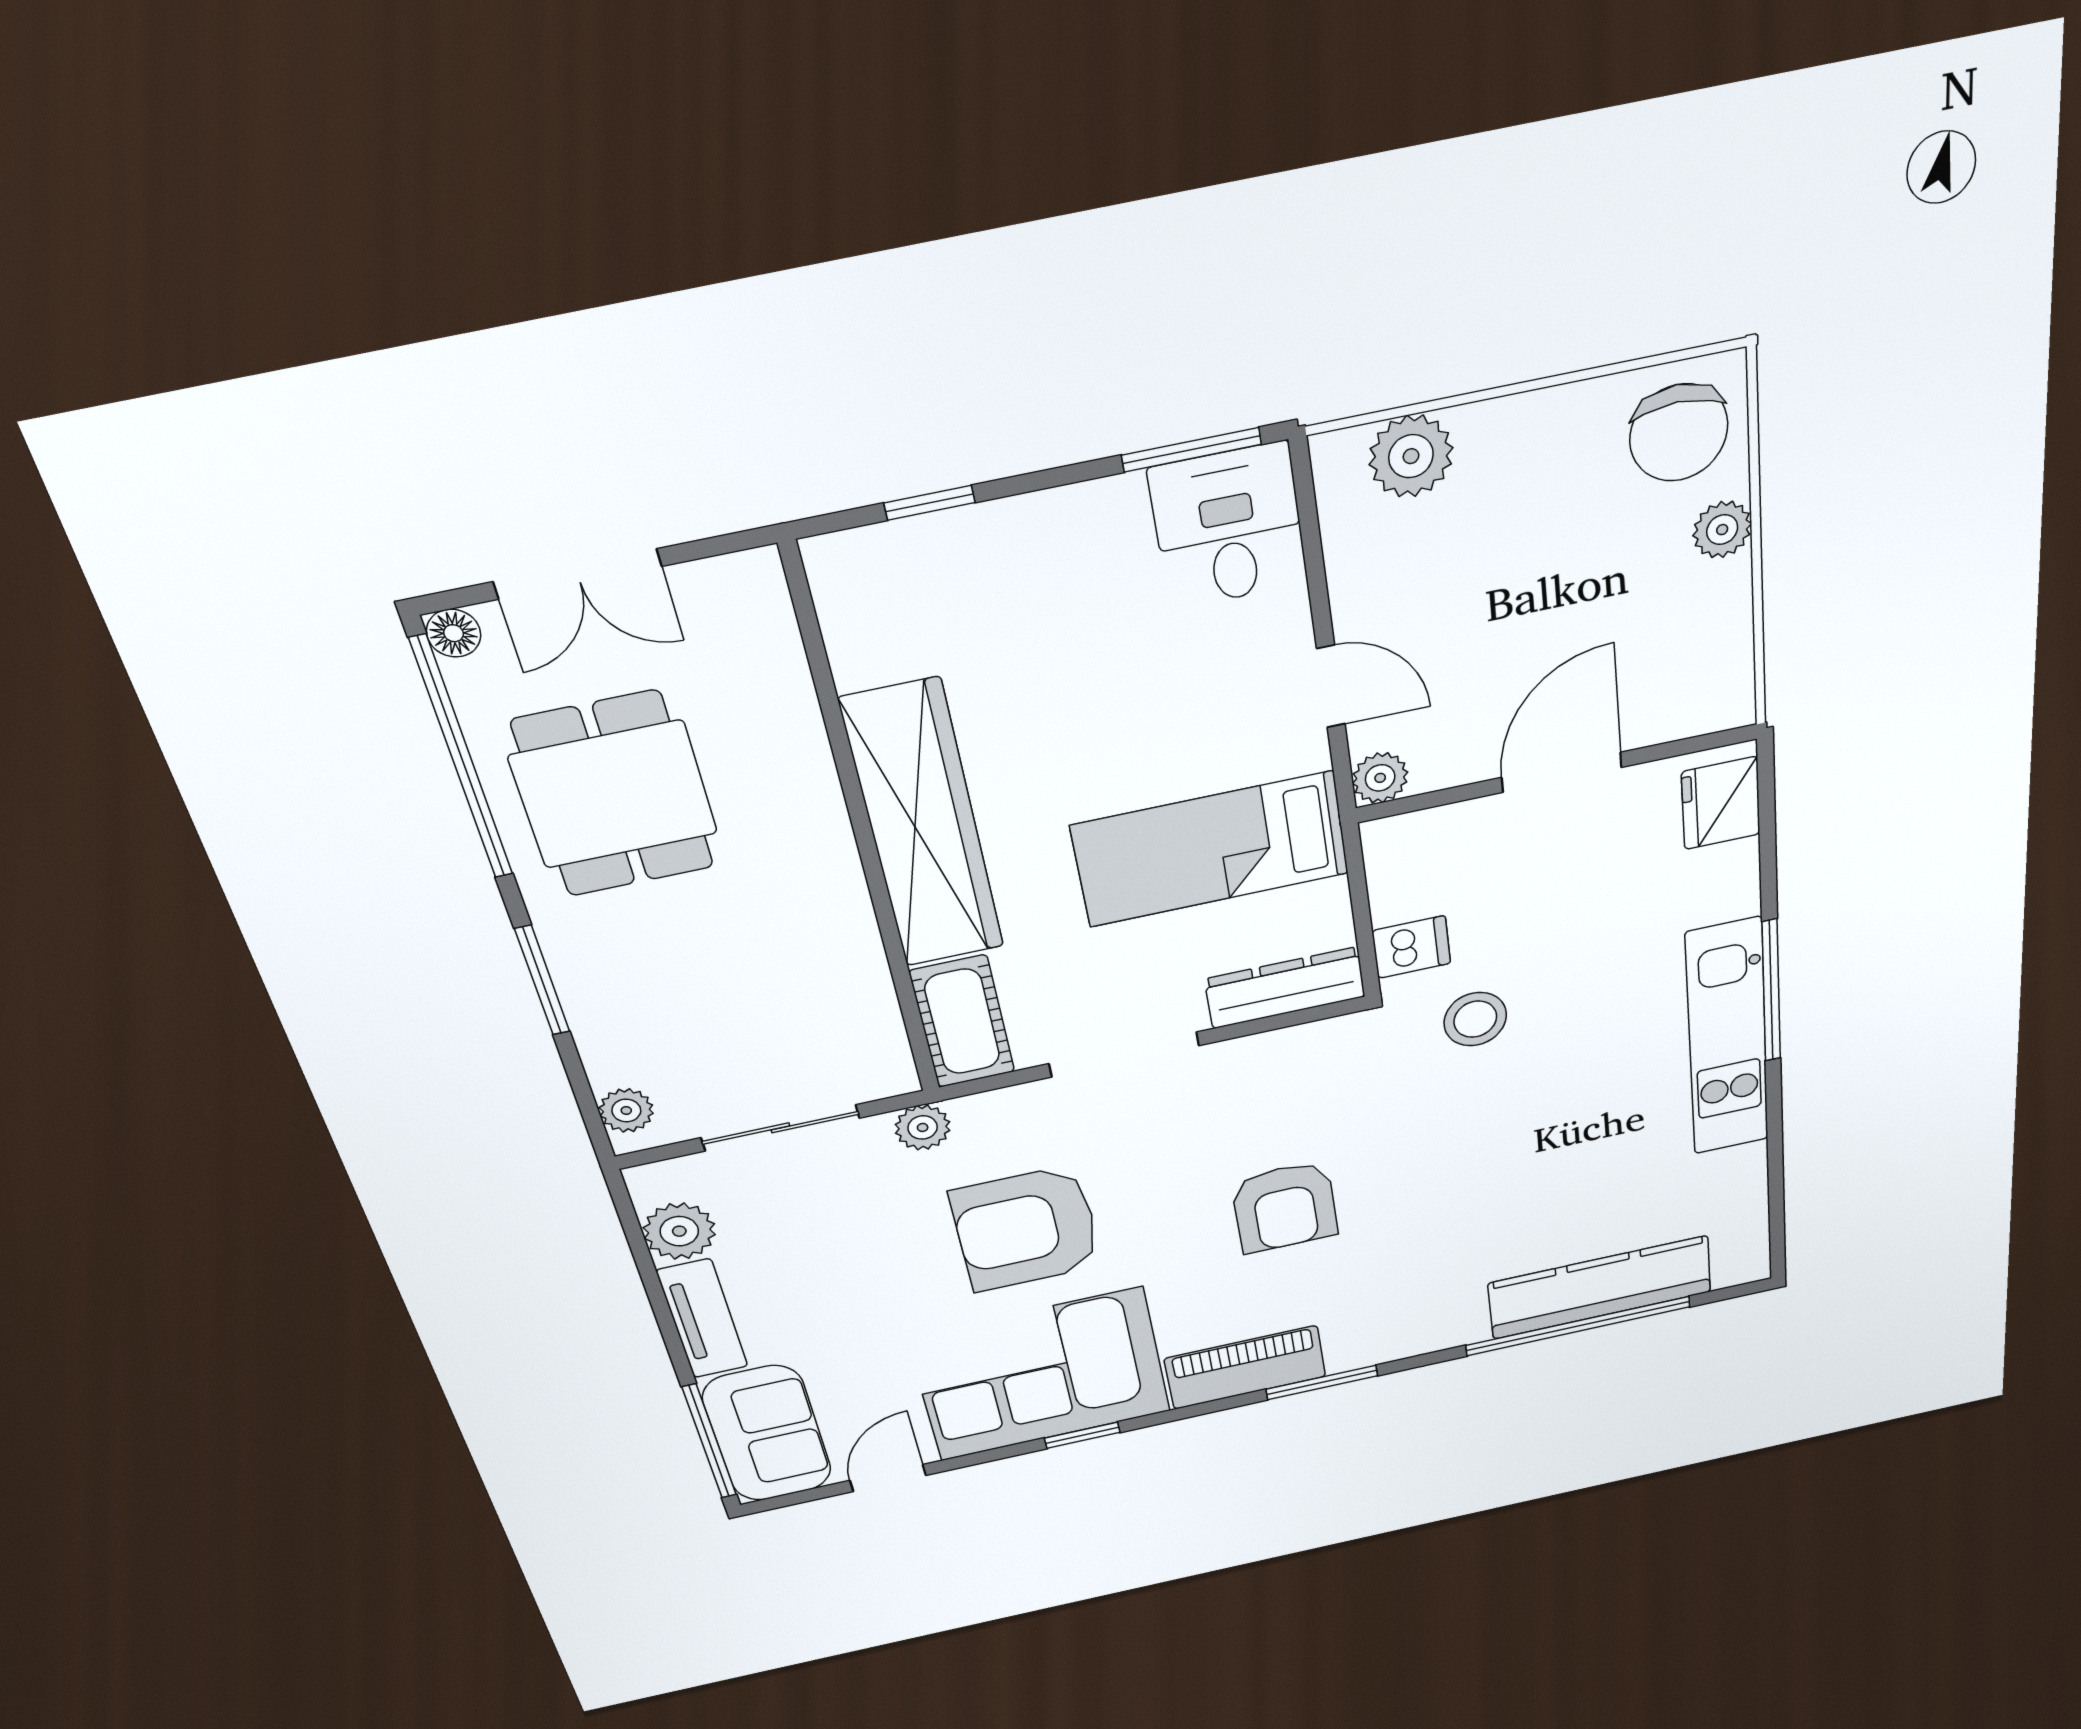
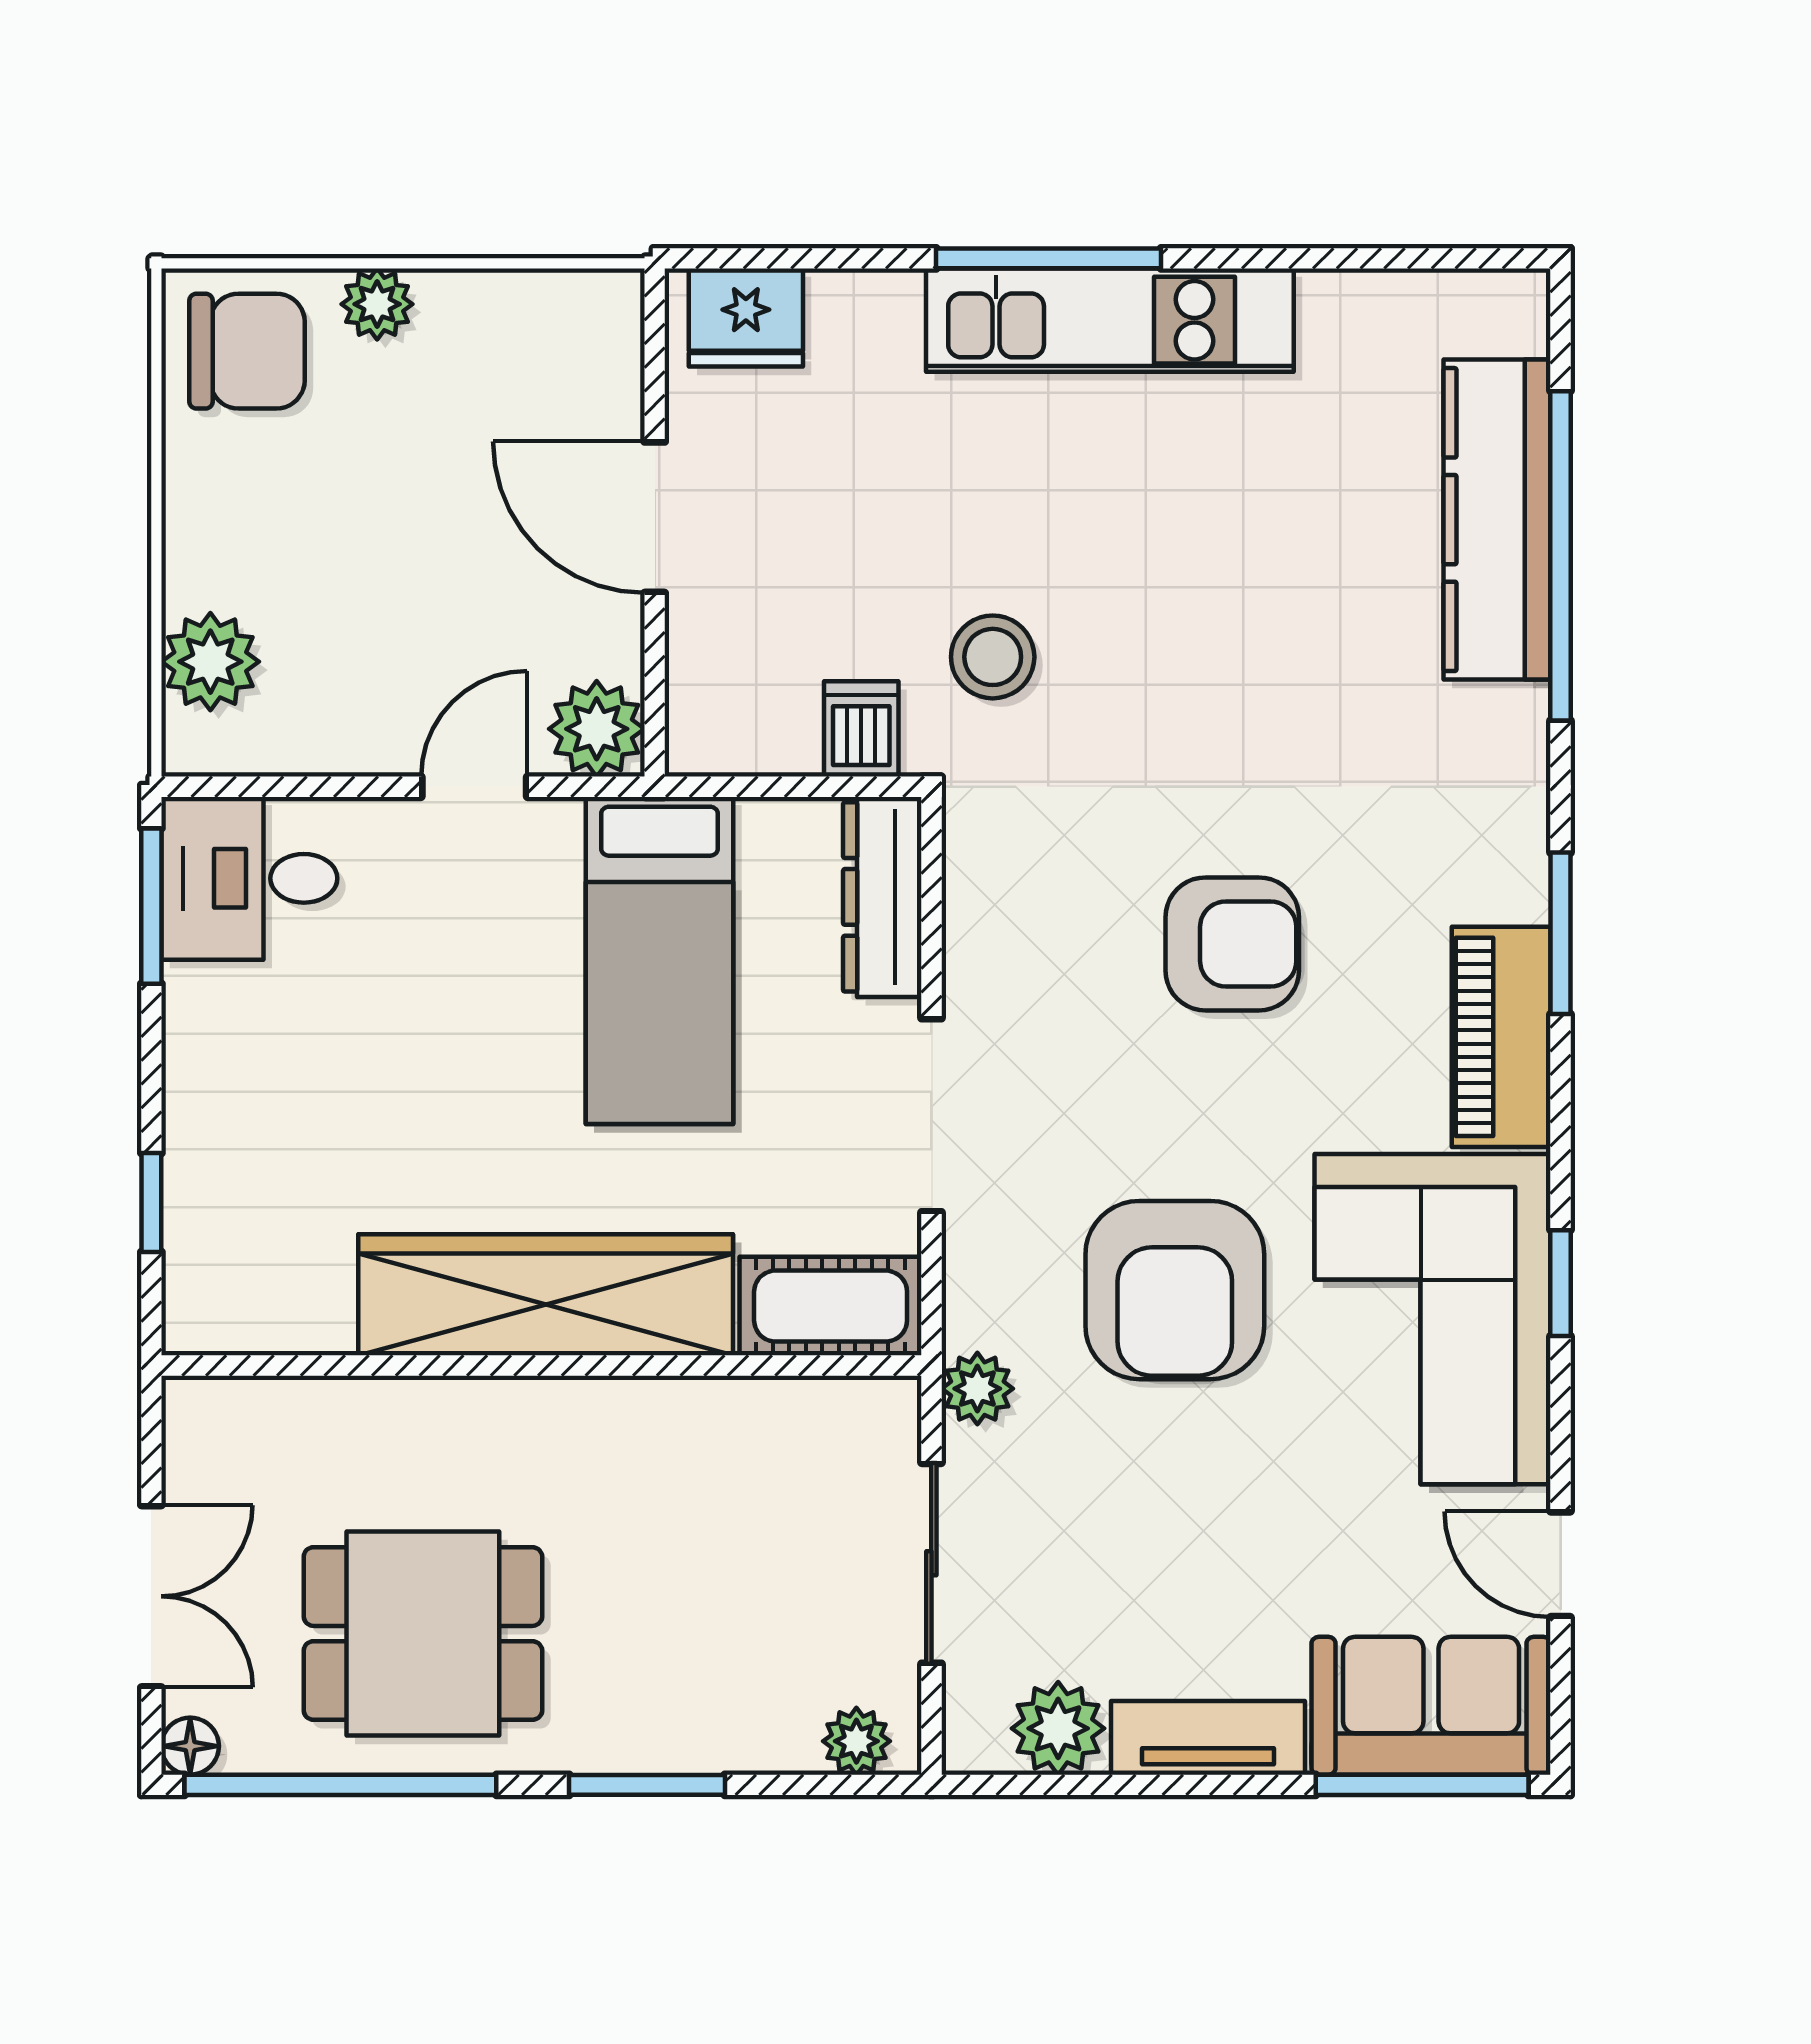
plant: (1380, 778) -> (597, 729), width x1.38, depth x1.38

